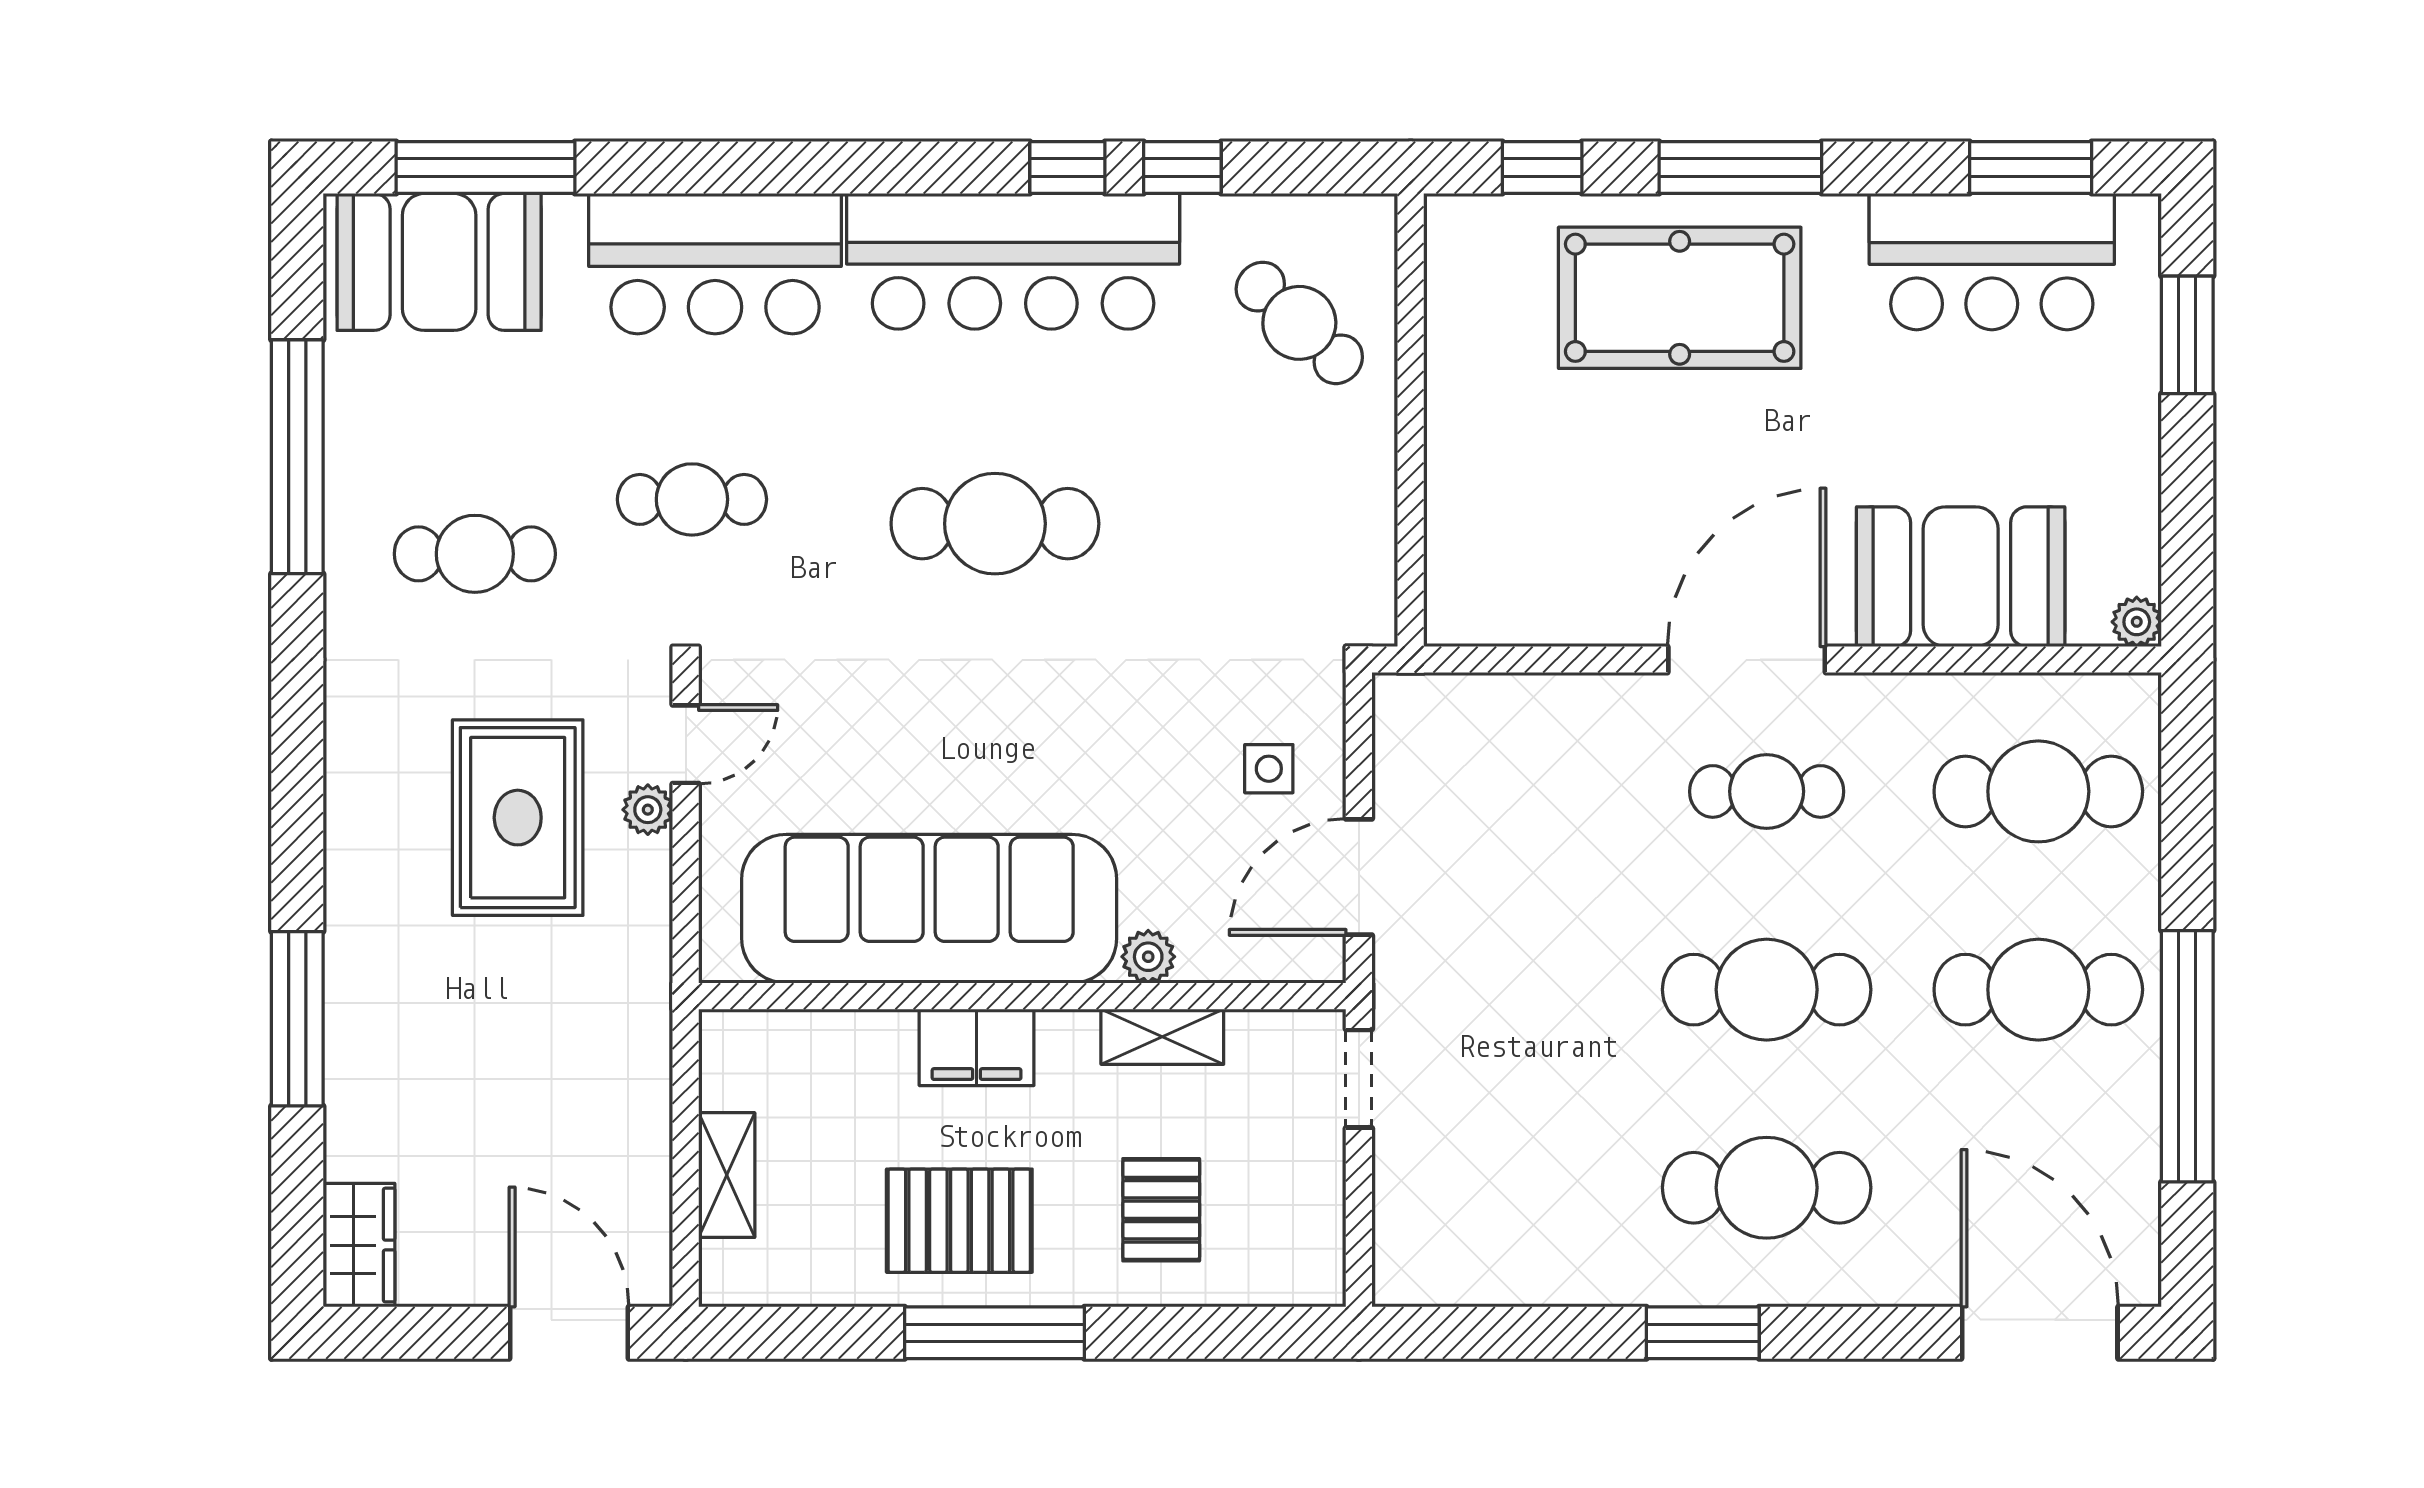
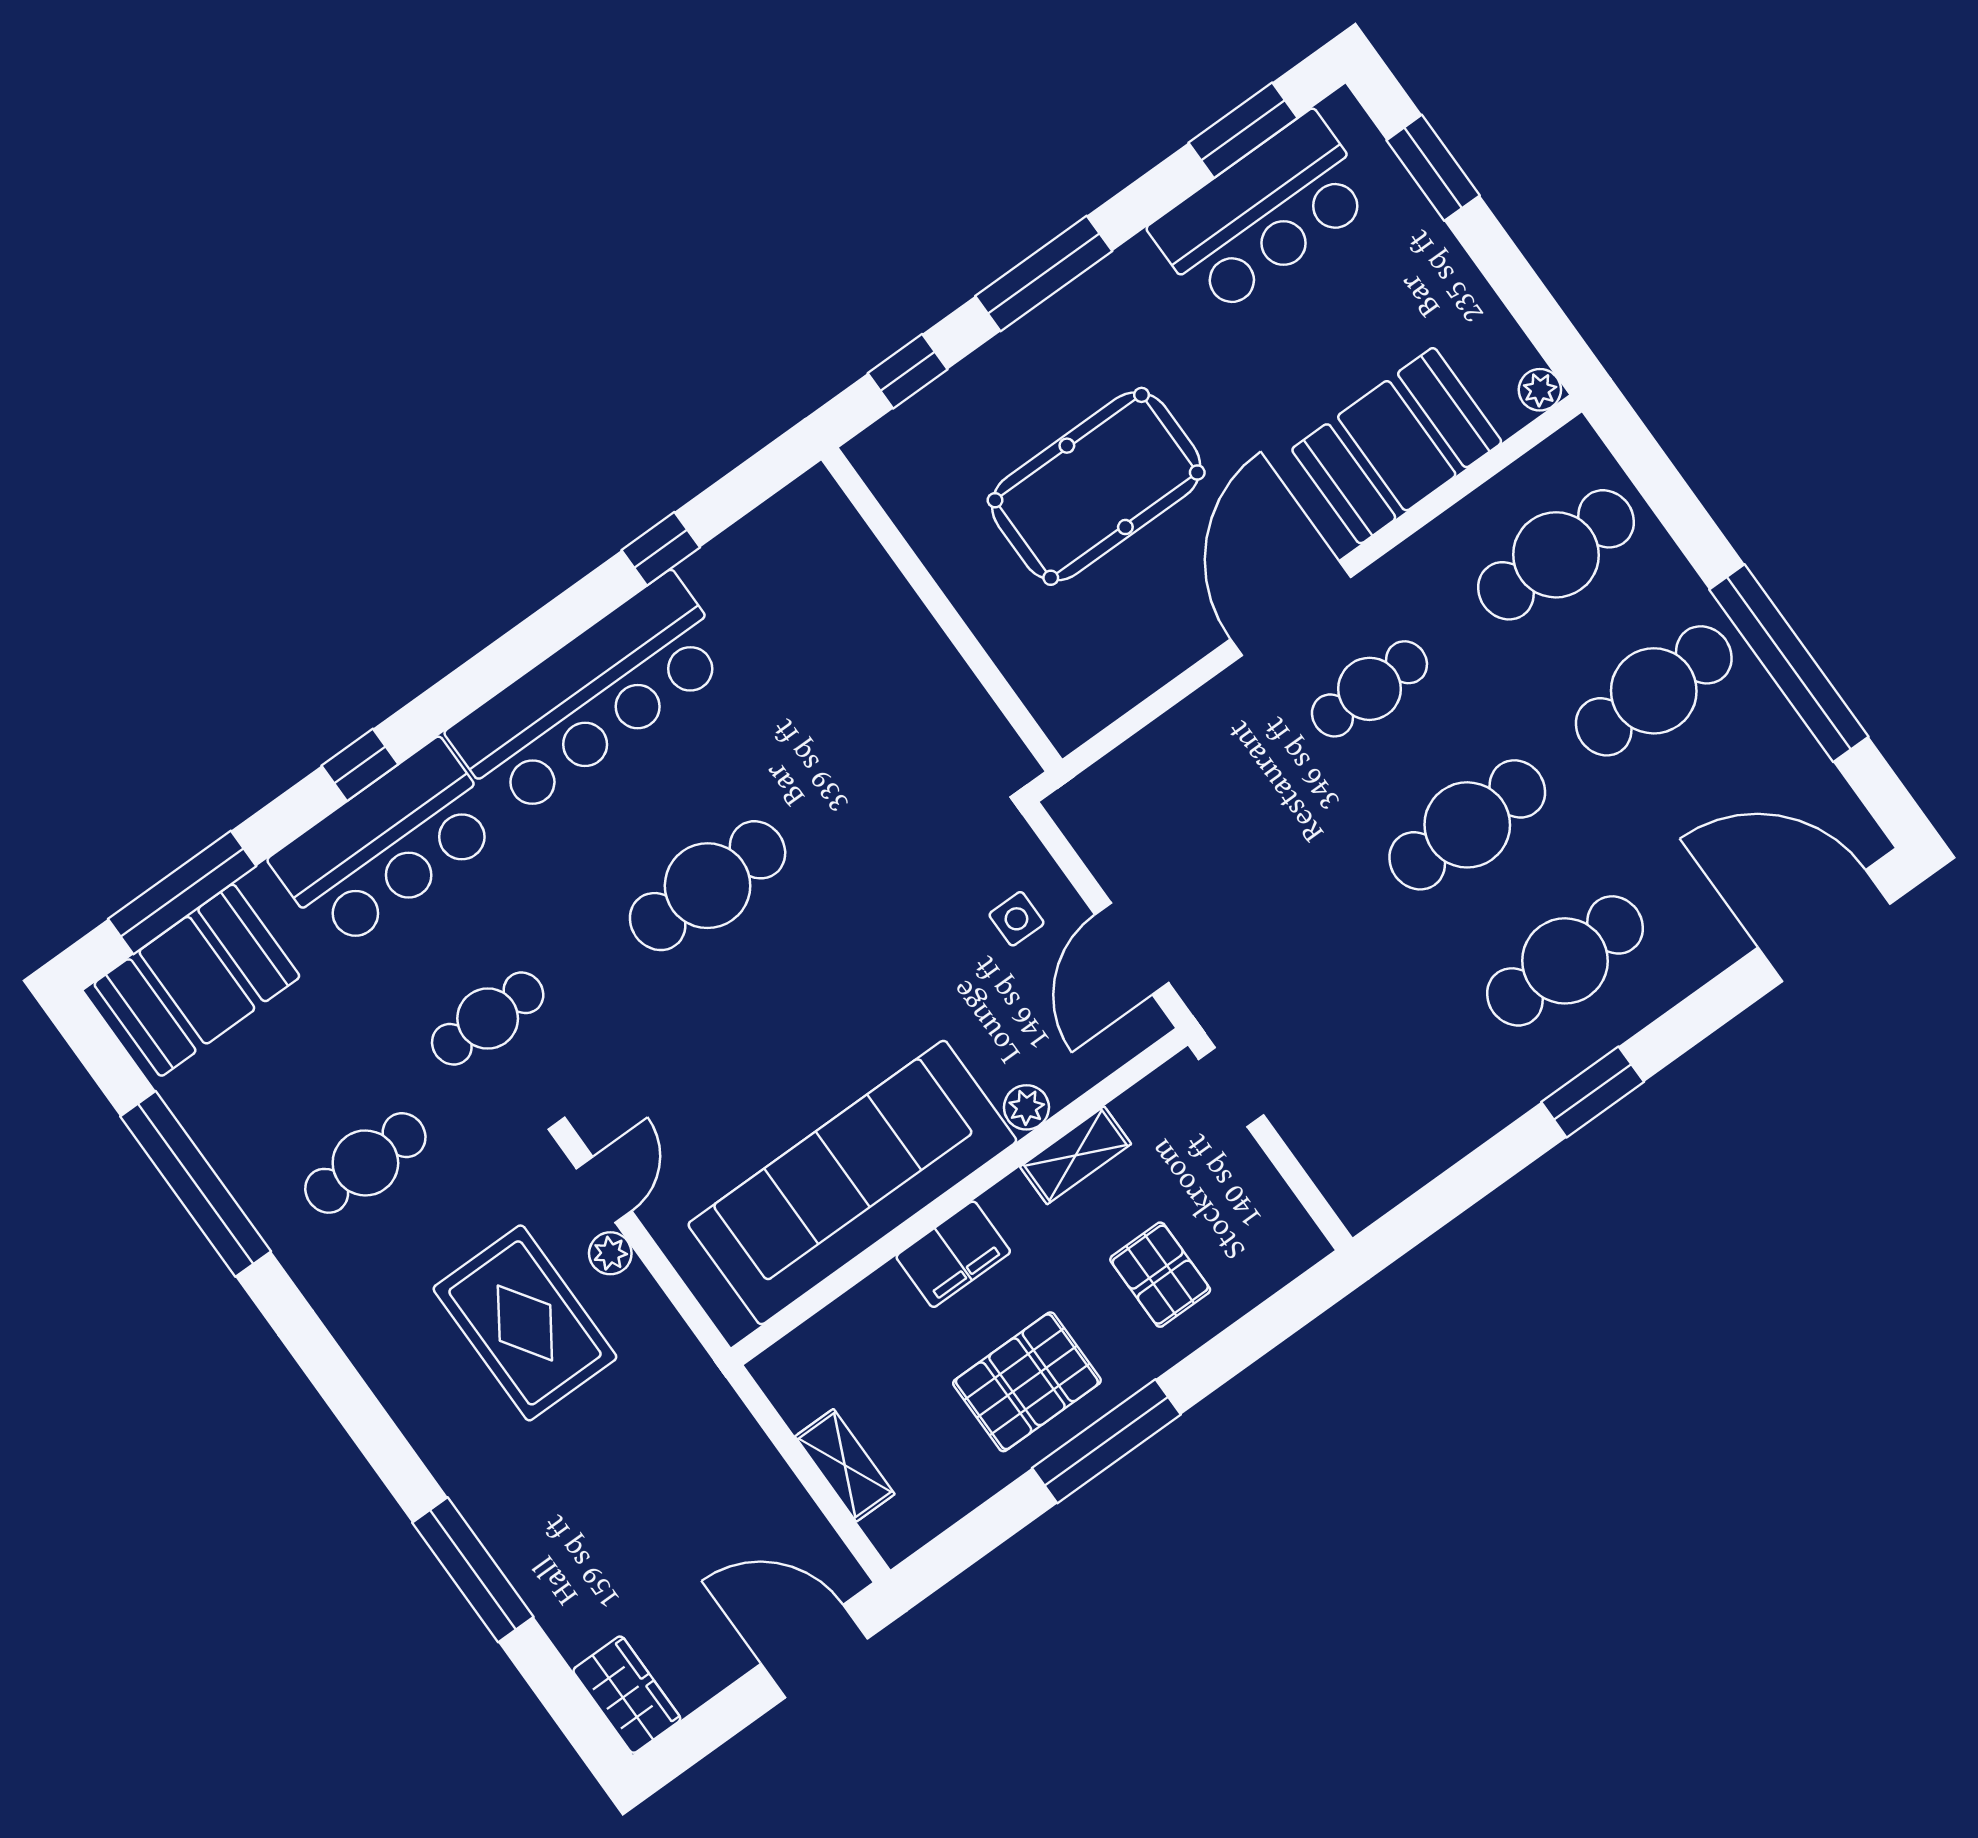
window: (1067, 168) -> (360, 765), moved
pool table: (1680, 298) -> (1096, 486), moved
cafe table: (1299, 323) -> (817, 598), removed

